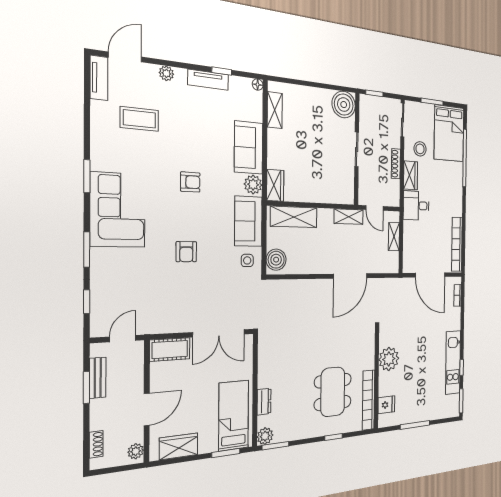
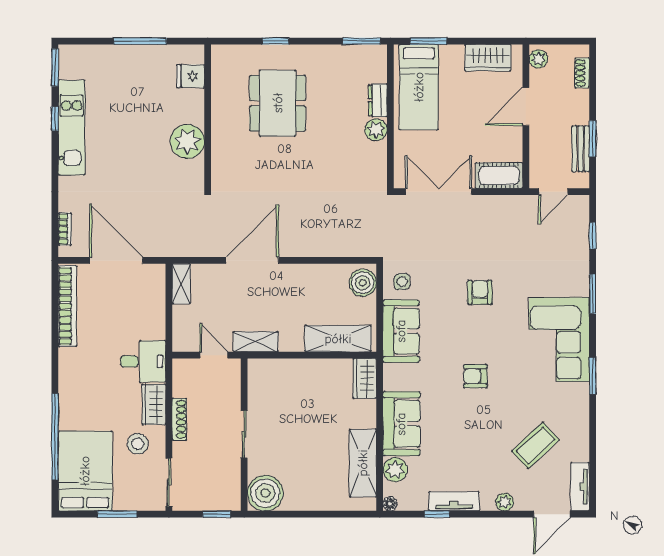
shelving: (275, 110) -> (363, 463), width x1.50, depth x1.33
coffee table: (139, 119) -> (536, 446), turned -43
plant: (253, 184) -> (395, 470), moved
shelving: (394, 237) -> (181, 284), moved
bookcase: (369, 400) -> (220, 86), removed
plant: (265, 436) -> (376, 130), moved

